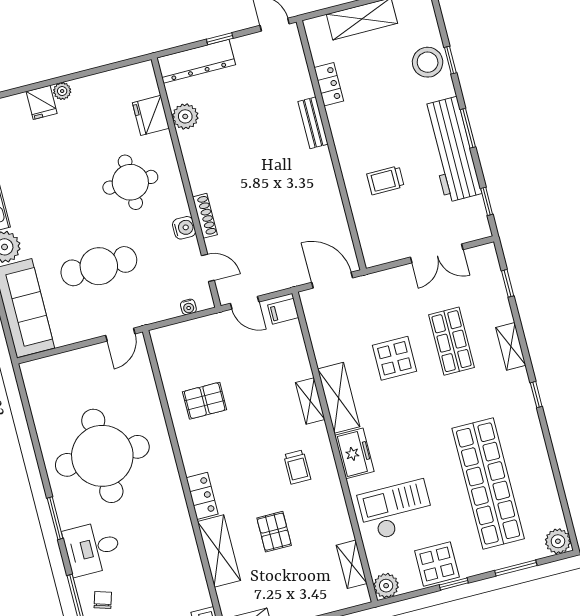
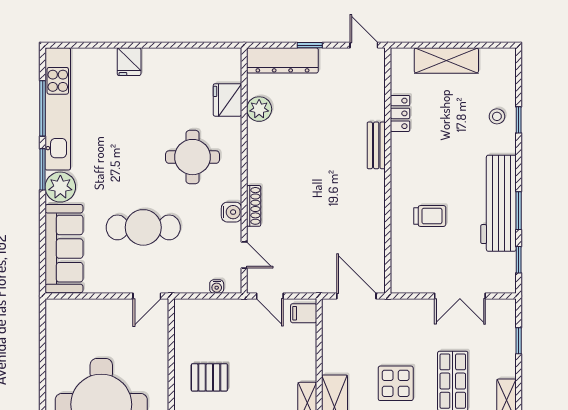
stool: (428, 62) -> (497, 116), width x0.53, depth x0.53
plant: (62, 91) -> (151, 56), removed
window: (468, 128) -> (519, 211), moved
trolley: (385, 180) -> (430, 216), turned 180

